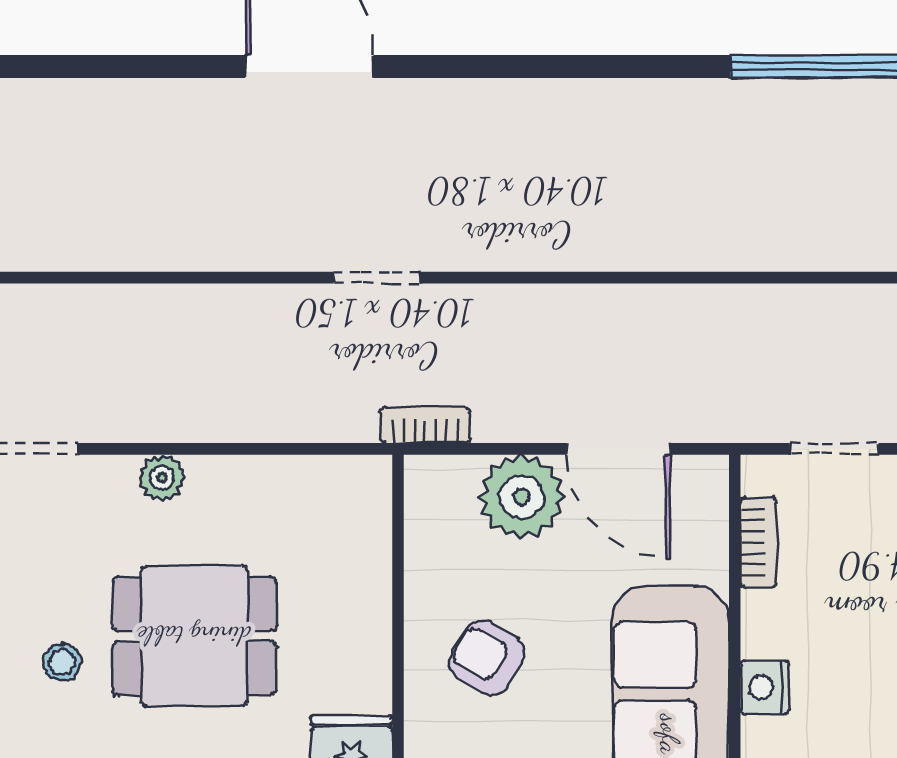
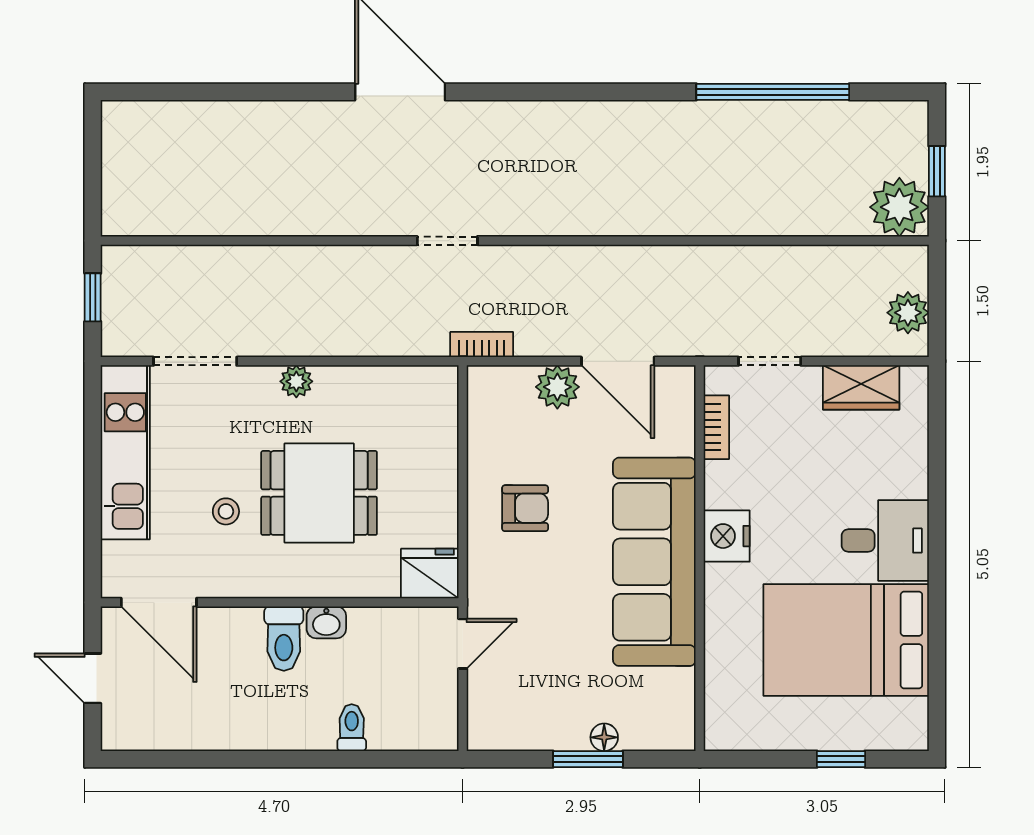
plant: (522, 497) -> (557, 387), width x0.73, depth x0.73
armchair: (487, 658) -> (525, 508), turned 148
nightstand: (765, 688) -> (727, 536), width x1.36, depth x1.33

